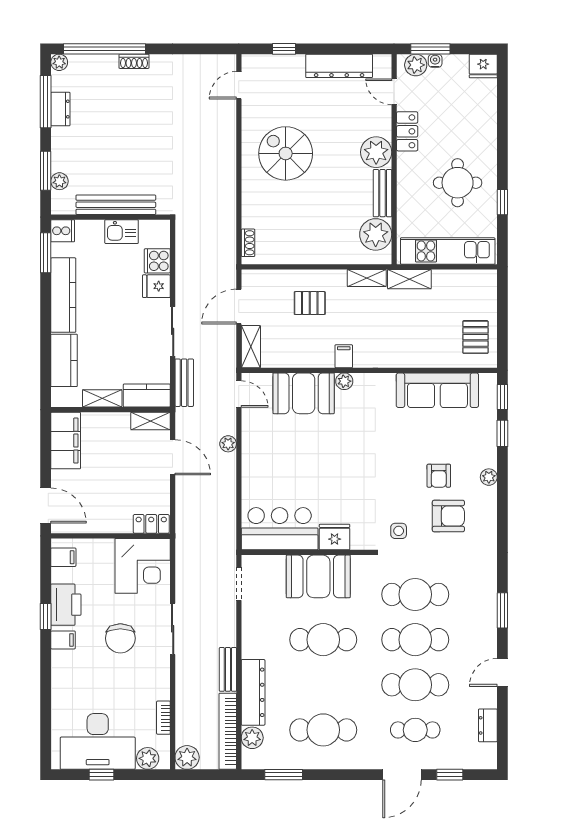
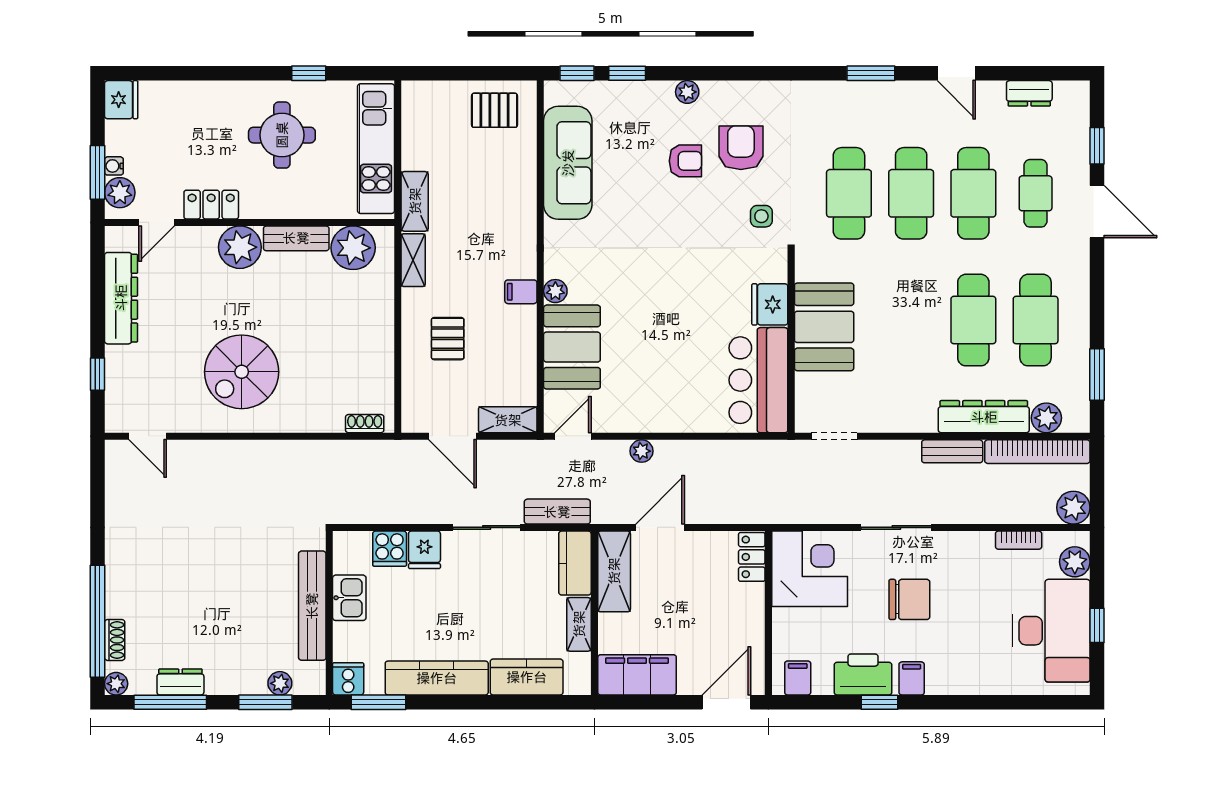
shoe rack: (134, 61) -> (115, 640), moved
shelving: (150, 421) -> (614, 571), width x1.50, depth x1.33
cafe table: (323, 640) -> (973, 320), moved

